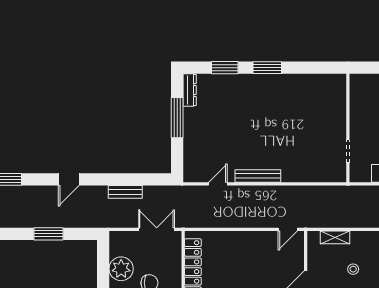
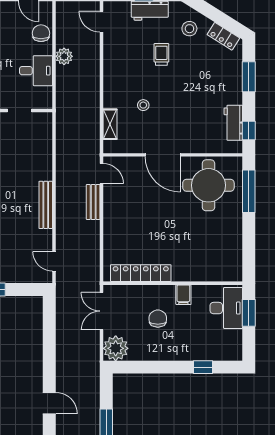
door: (218, 184) -> (54, 261), moved
bench: (125, 192) -> (93, 202), moved
plant: (121, 269) -> (116, 348), moved

